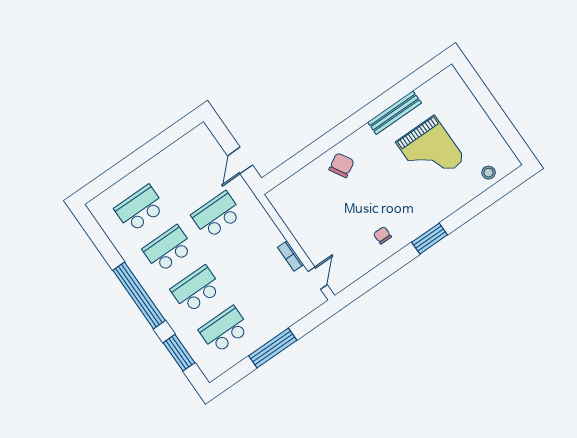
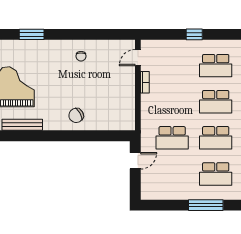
window: (127, 166) -> (206, 205), added
window: (430, 239) -> (32, 34), moved
window: (273, 348) -> (194, 34), width x0.46

